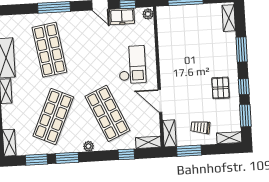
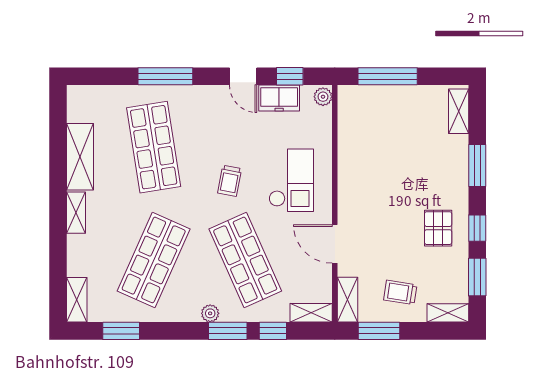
trolley: (96, 67) -> (230, 181), added
window: (67, 158) -> (228, 331), moved

